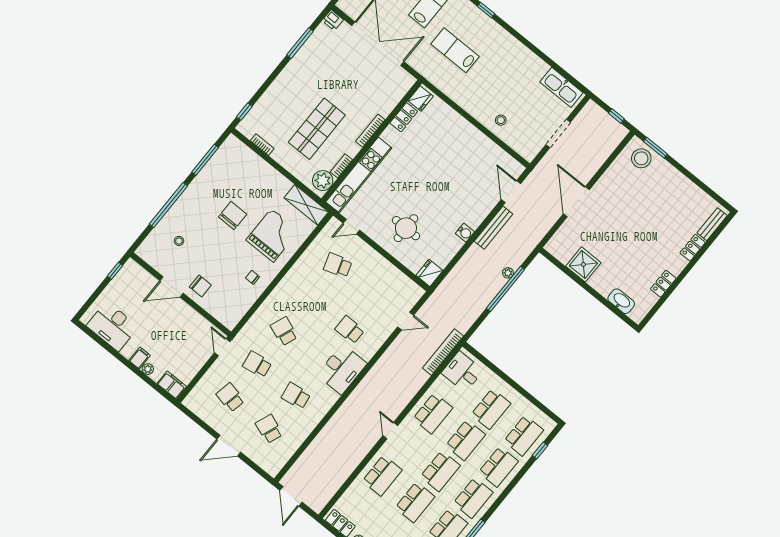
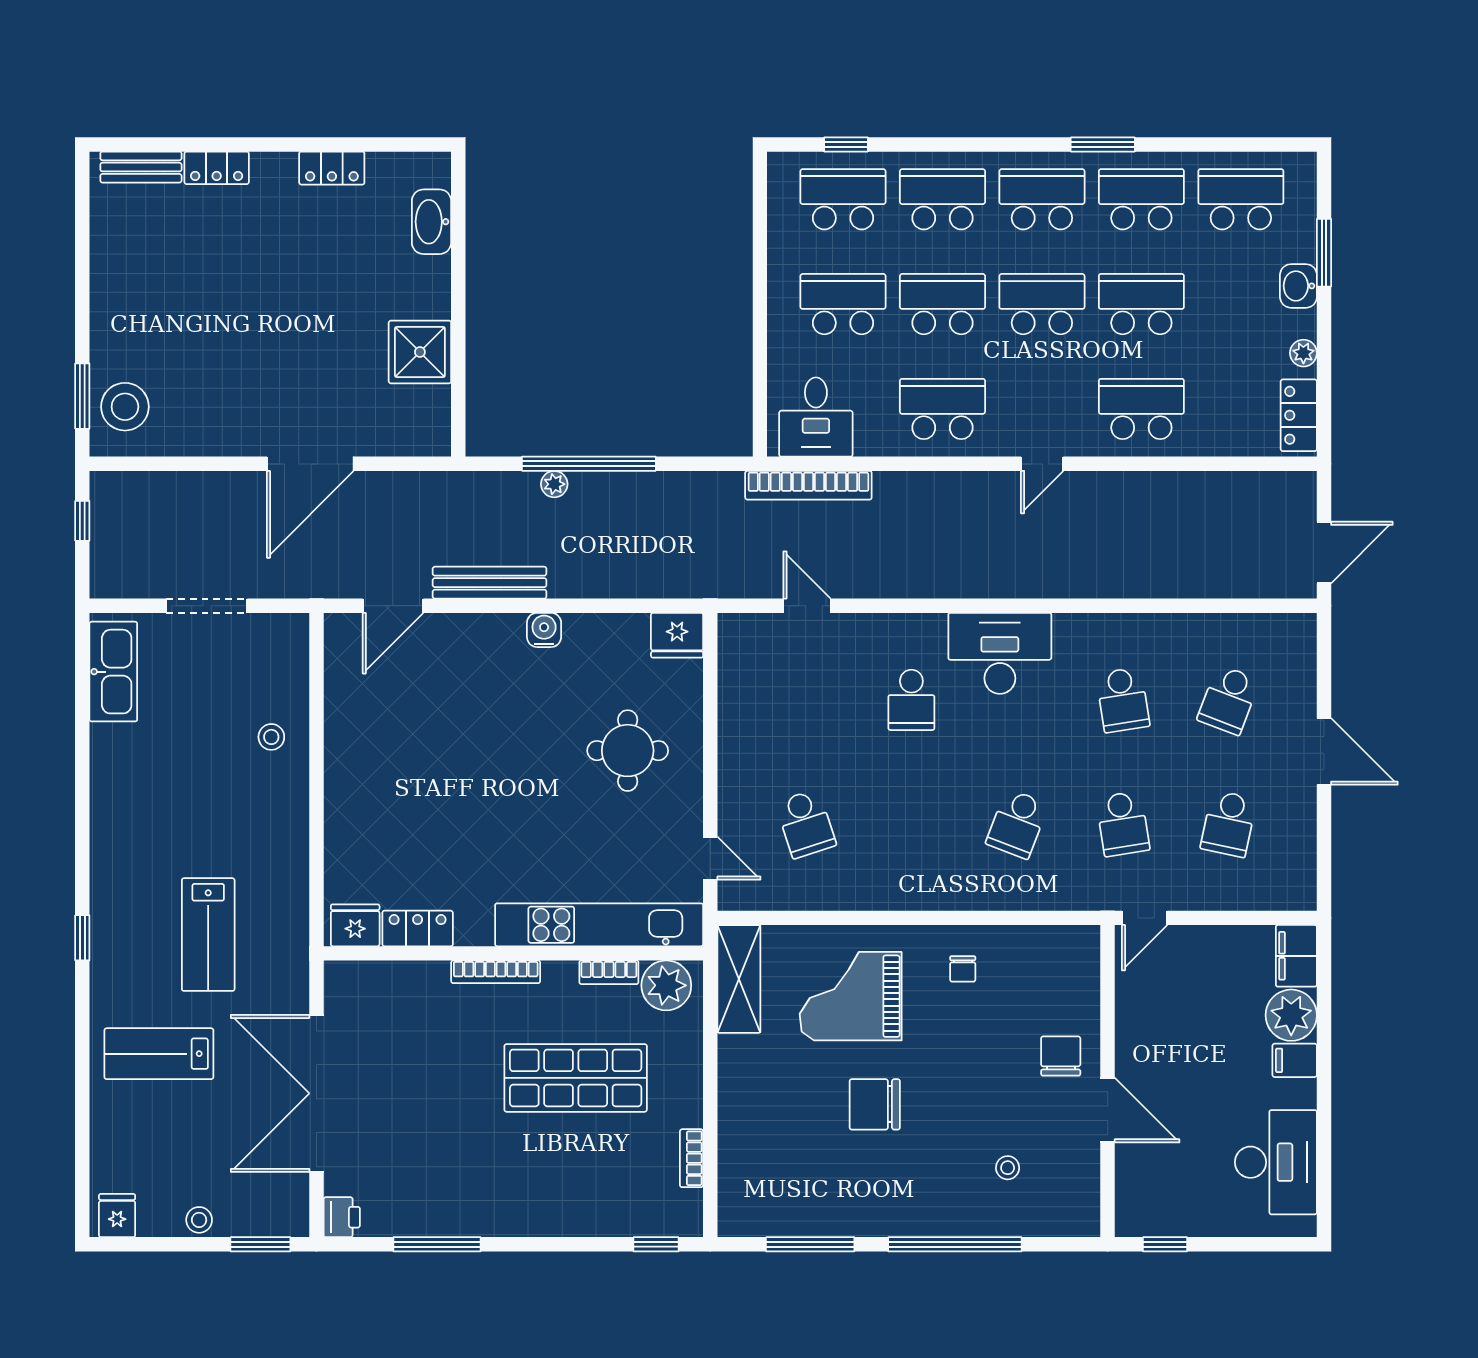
plant: (148, 369) -> (1291, 1015), width x1.88, depth x1.88

